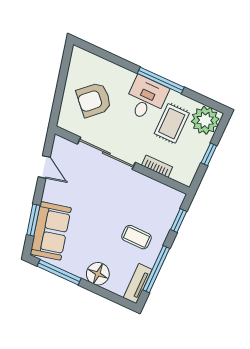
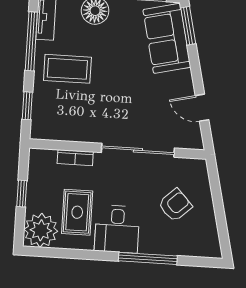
window: (161, 80) -> (148, 258), moved
armchair: (94, 100) -> (175, 205), width x0.72, depth x0.72
window: (33, 220) -> (188, 26), moved
coffee table: (137, 237) -> (67, 69), width x1.36, depth x1.30

